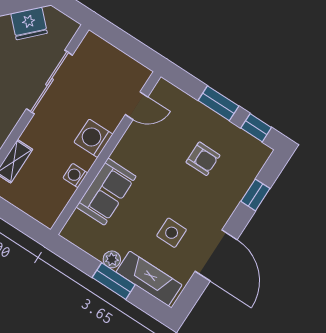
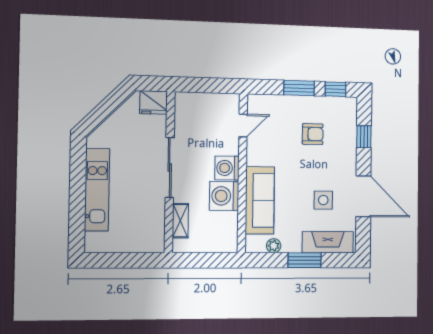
fridge: (29, 23) -> (153, 102), moved, turned 45
sliding door: (49, 82) -> (170, 168), moved
washing machine: (75, 175) -> (224, 196), width x1.89, depth x1.89
sofa: (106, 192) -> (260, 200), width x1.36
plant: (112, 259) -> (274, 246), moved

